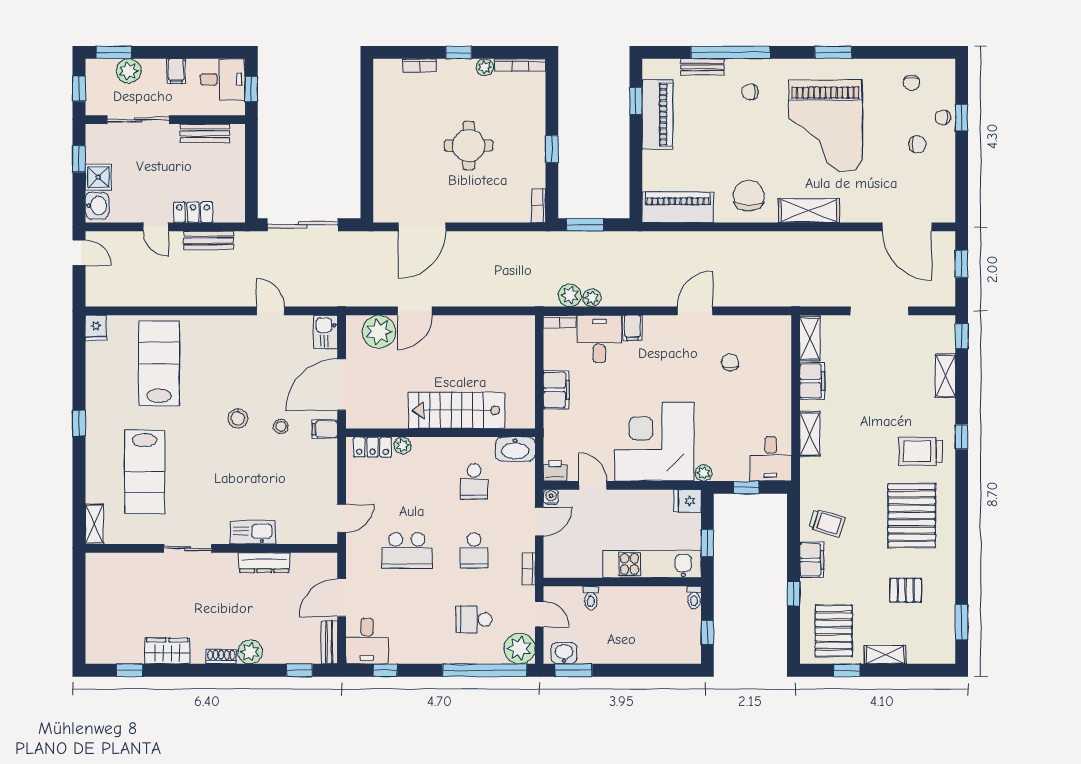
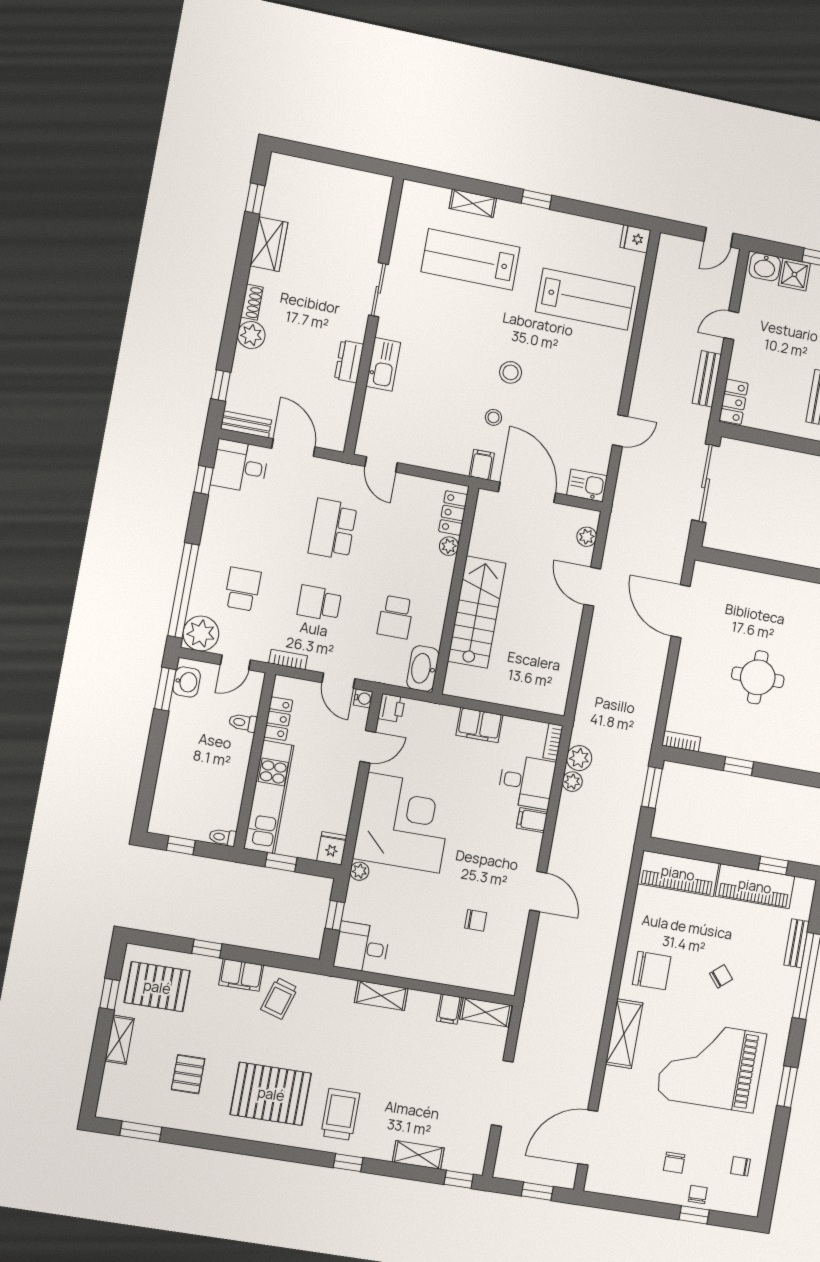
chair: (750, 92) -> (721, 976), moved, turned 50
piano: (678, 207) -> (678, 873), moved, turned 90
locker: (193, 212) -> (734, 402), moved
plant: (379, 332) -> (587, 537), width x0.53, depth x0.53
filing cabinet: (812, 381) -> (449, 1009), width x0.50
school desk: (474, 481) -> (395, 617), turned -90
shelving: (94, 524) -> (473, 203), moved
dresser: (264, 563) -> (349, 362), width x0.70
locker: (582, 568) -> (278, 719), added

